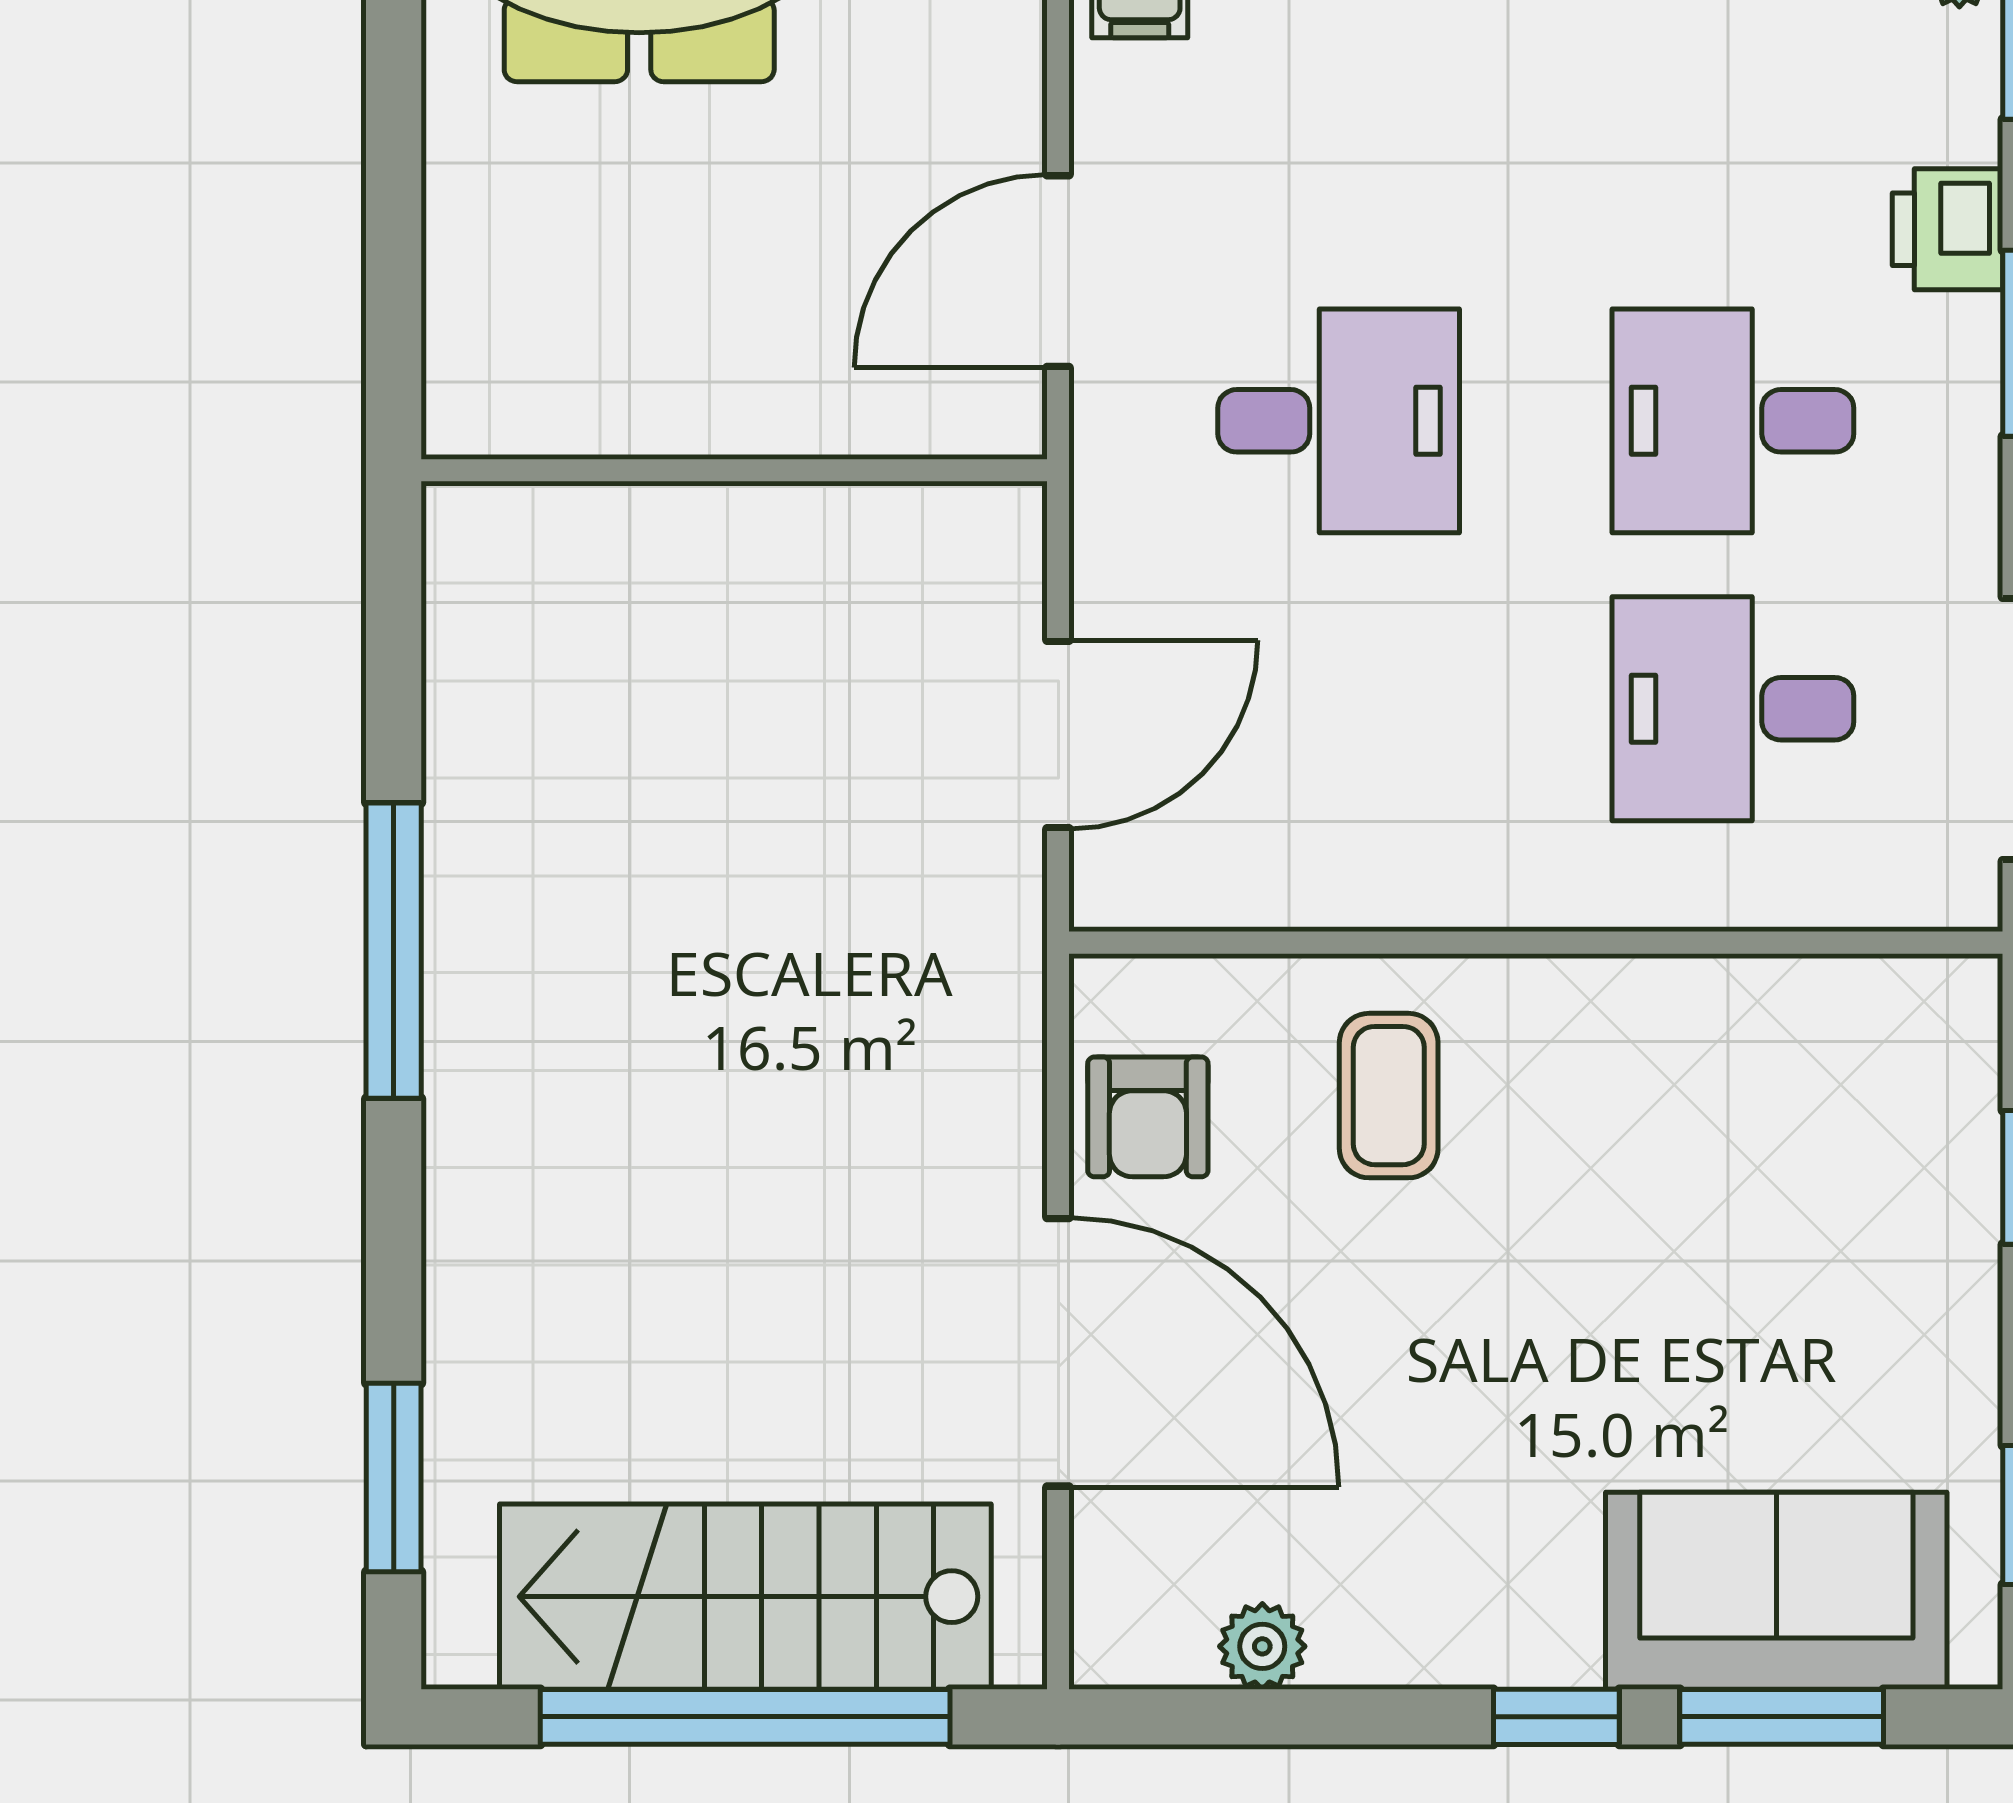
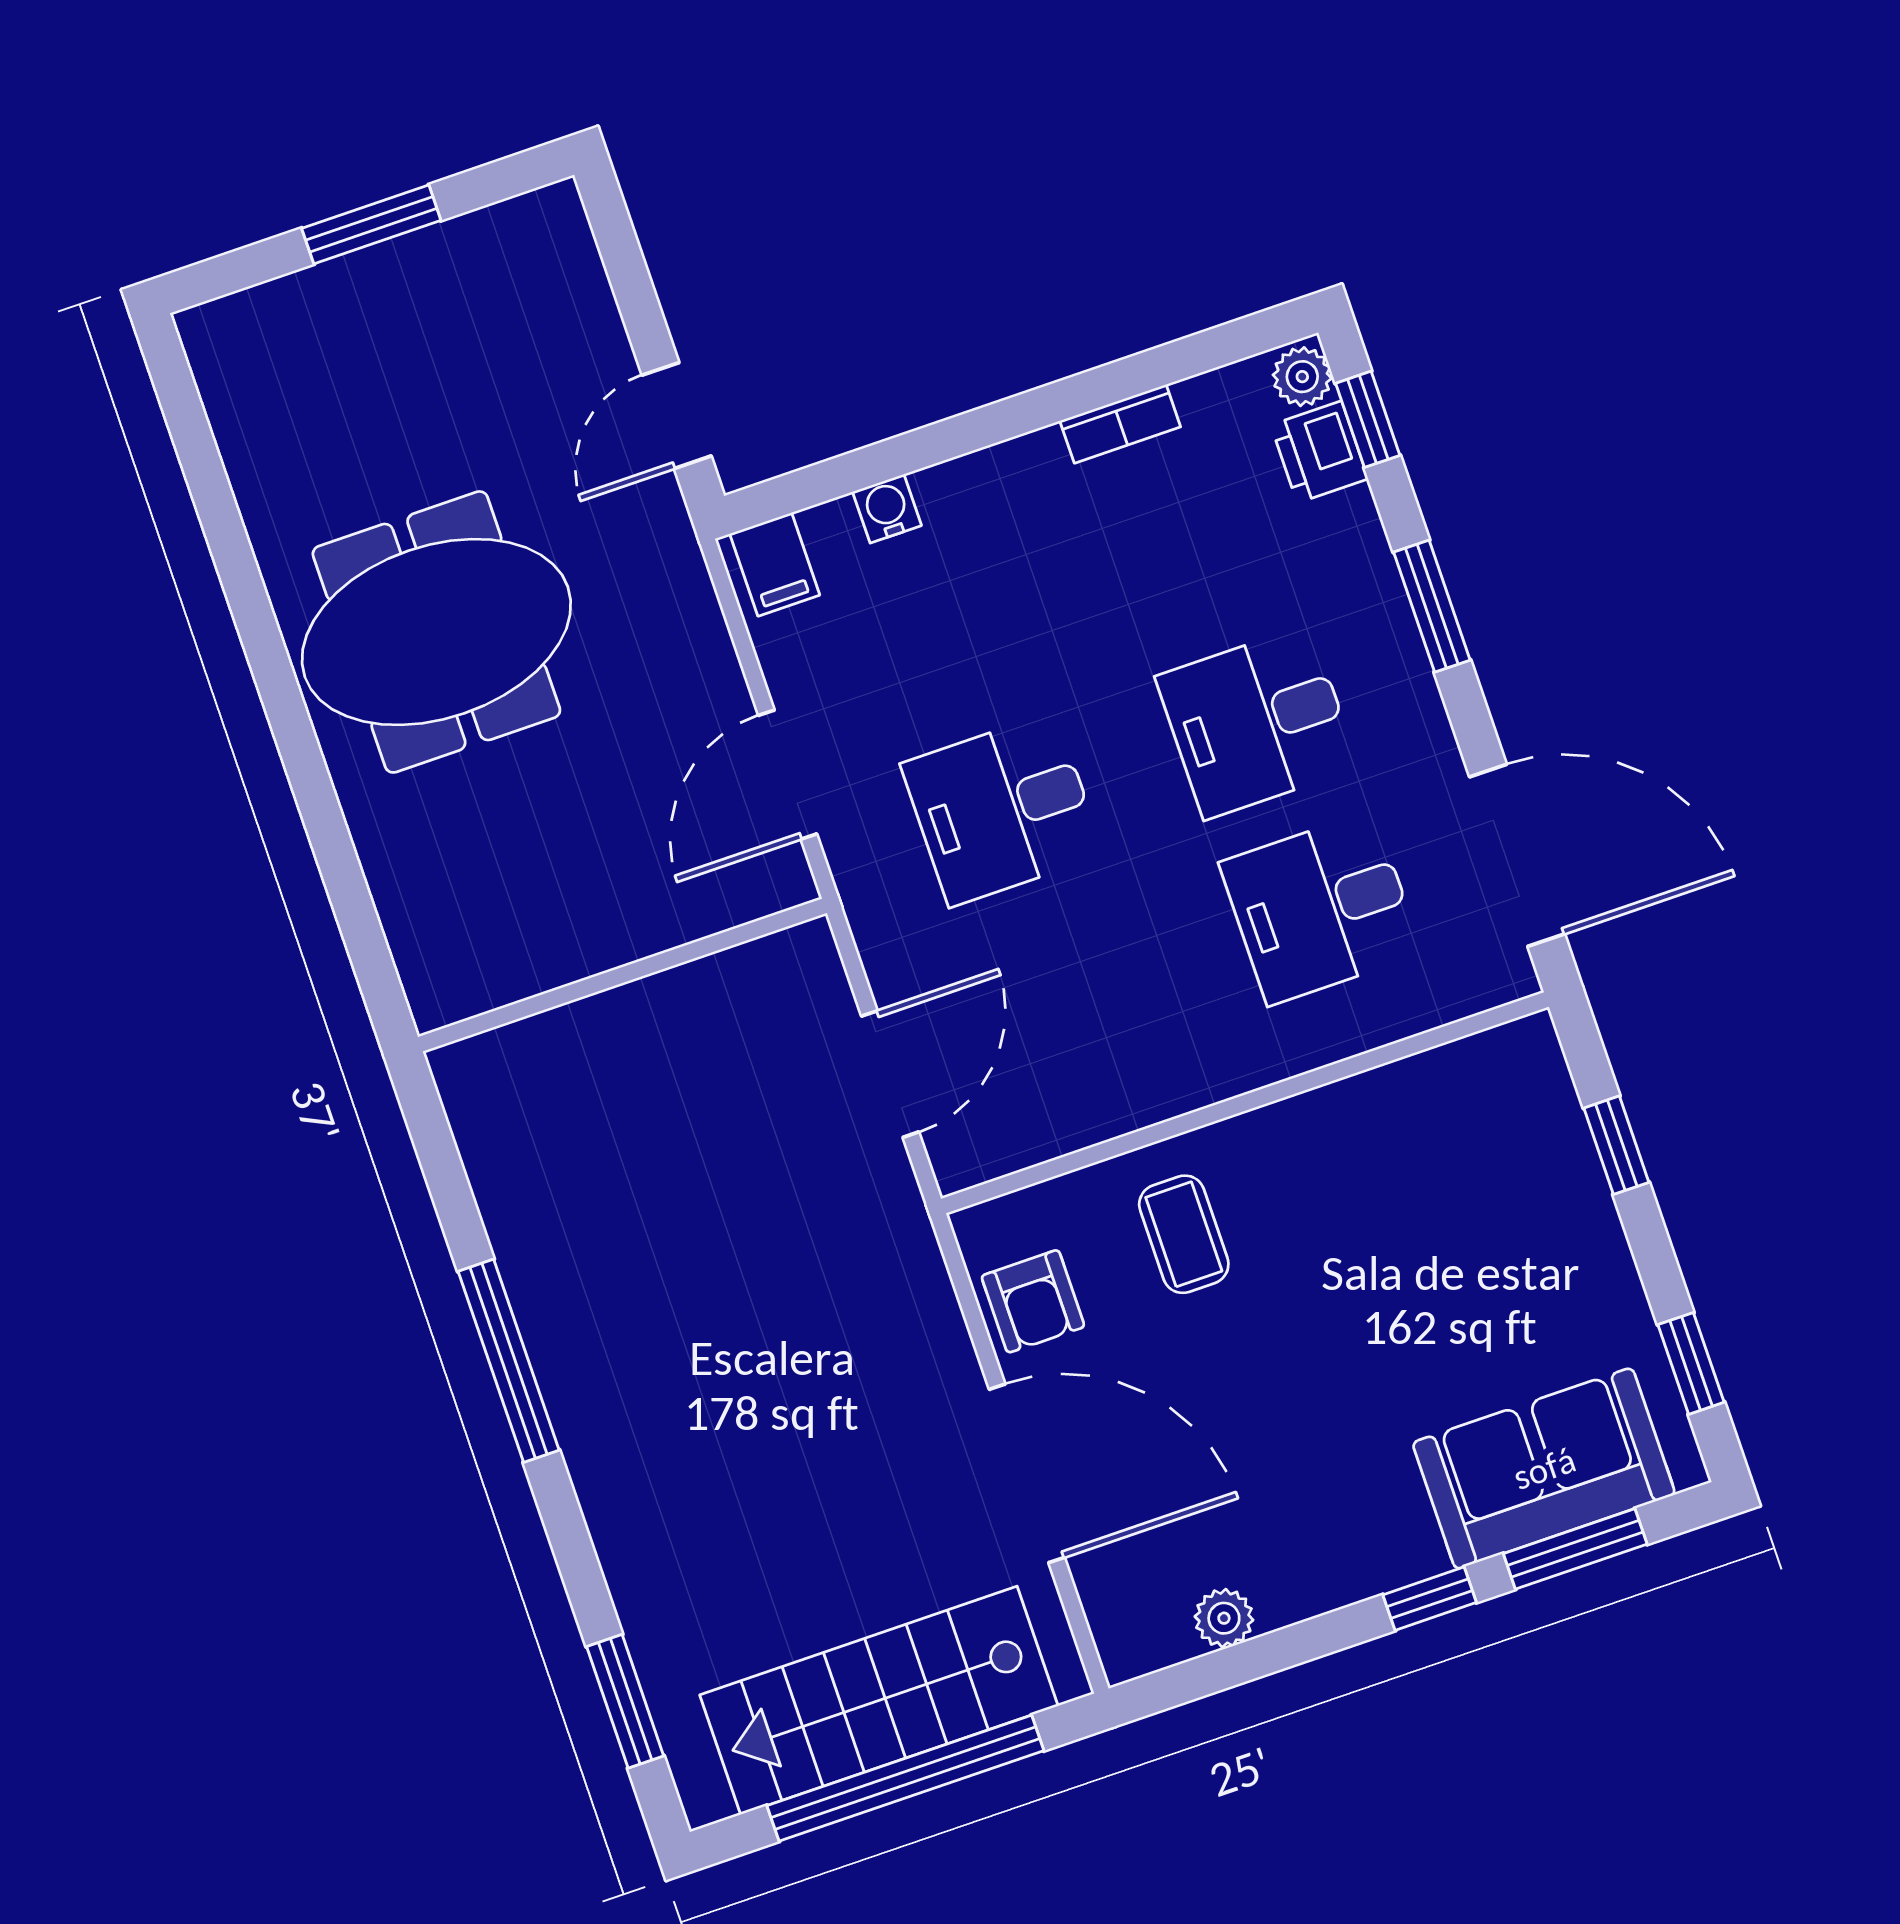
printer: (1947, 229) -> (1319, 452), moved
desk: (1339, 421) -> (1002, 809), turned 180

